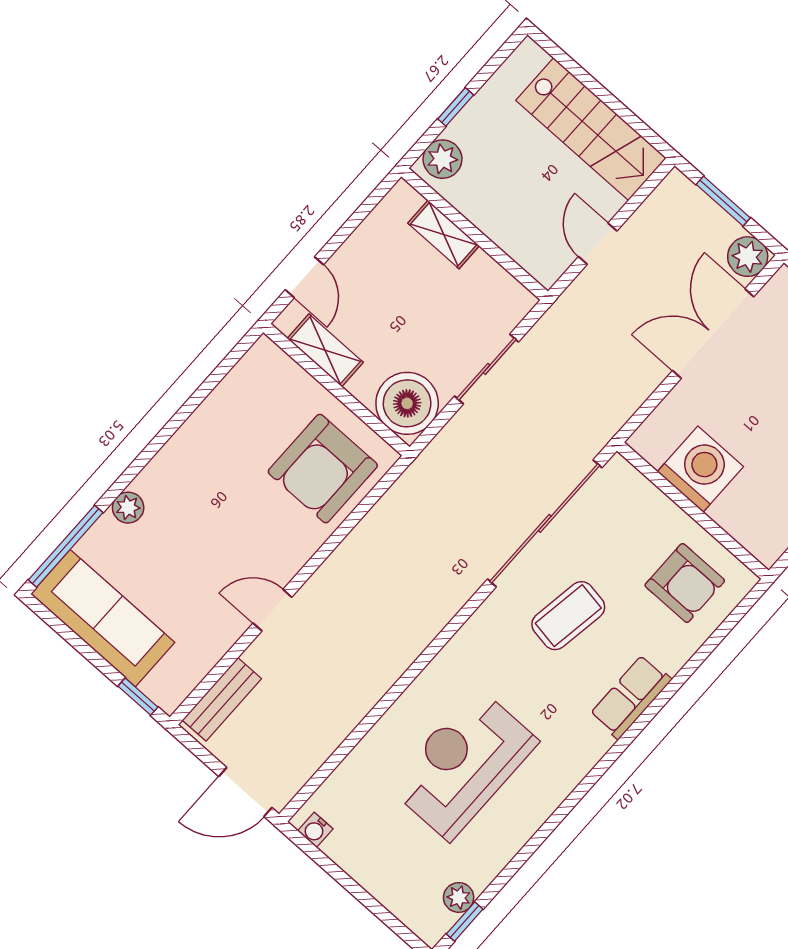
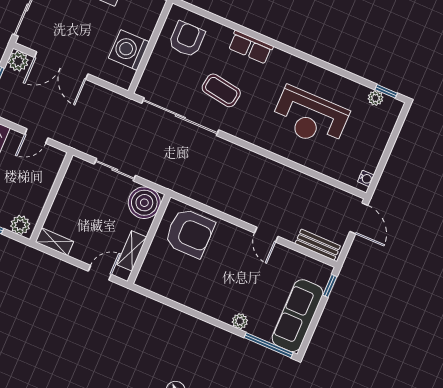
shelving: (444, 234) -> (54, 242), moved, turned 90

